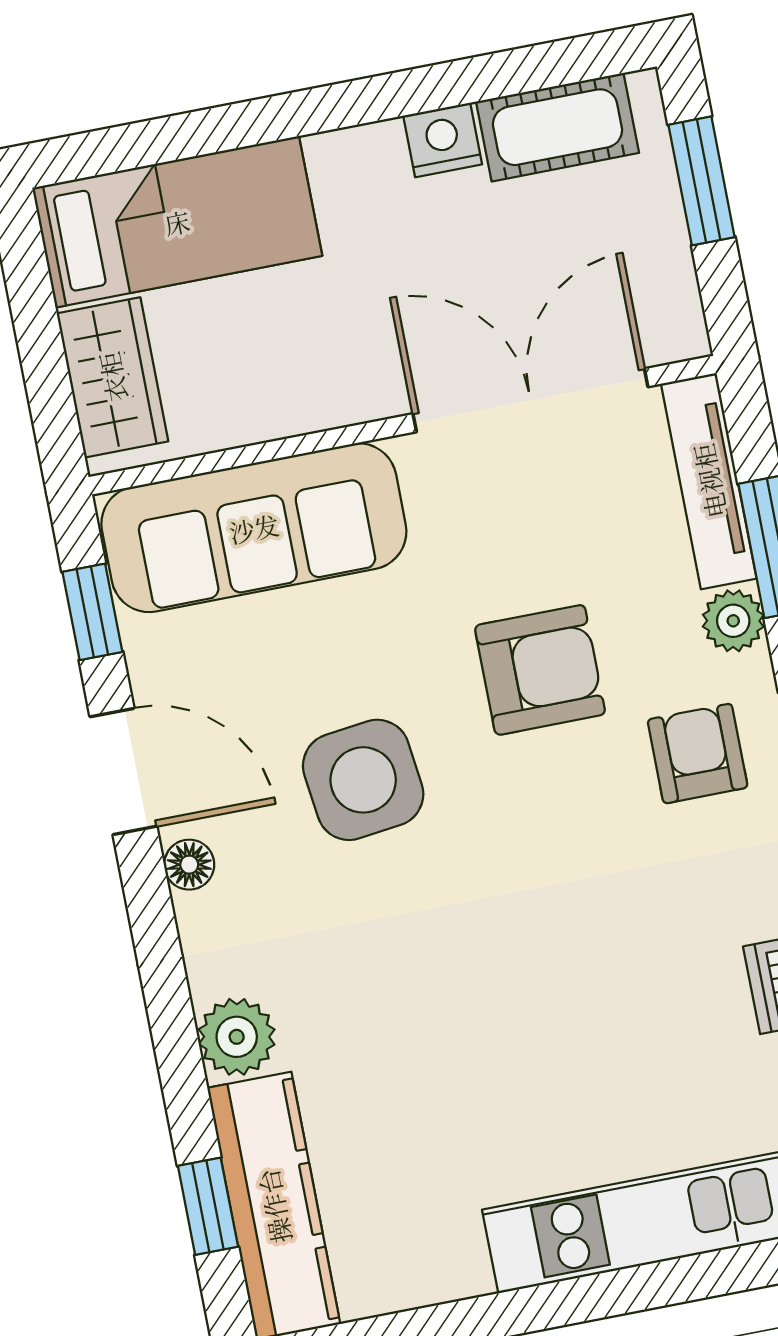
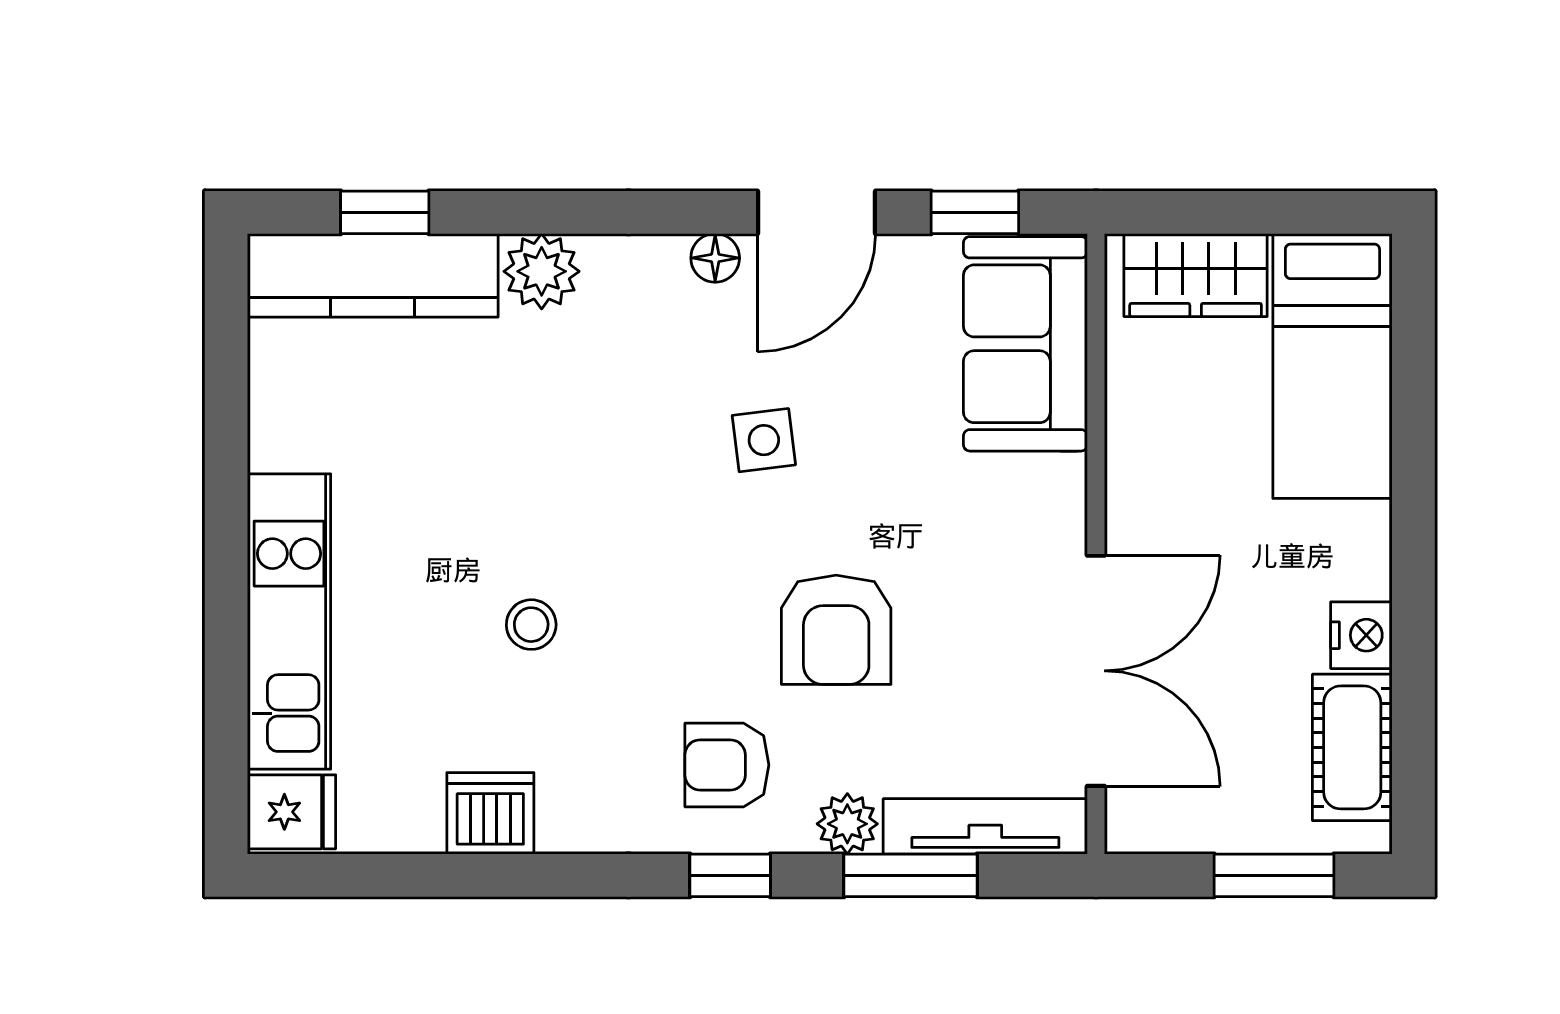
sofa: (254, 528) -> (1025, 344), width x0.73
armchair: (698, 754) -> (727, 765), turned 180
side table: (363, 780) -> (764, 440), width x0.54, depth x0.54
stool: (595, 978) -> (531, 625), added

